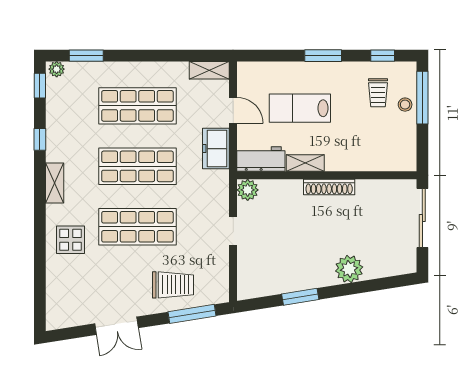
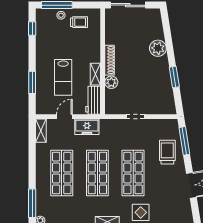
window: (86, 56) -> (32, 203), width x1.44
window: (323, 56) -> (32, 82), moved
trolley: (378, 93) -> (79, 22), moved
plant: (248, 190) -> (111, 82), moved

